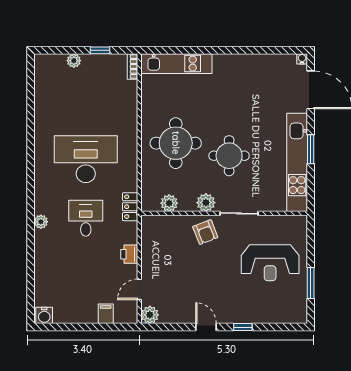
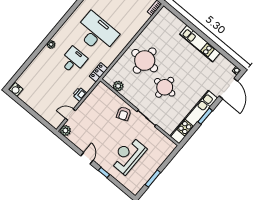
kitchen unit: (176, 64) -> (200, 44), moved
plant: (206, 203) -> (135, 100), removed
reception desk: (270, 263) -> (128, 155), moved, turned 90
filing cabinet: (106, 314) -> (45, 113), removed

